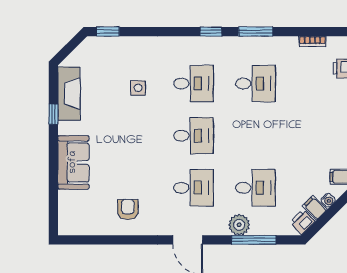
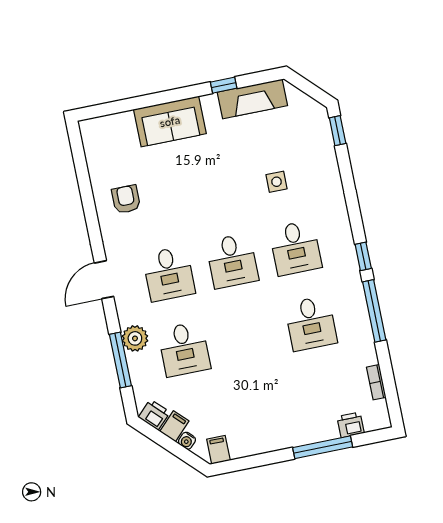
window: (256, 32) -> (374, 311), width x1.44
armchair: (128, 210) -> (126, 199), turned -90

